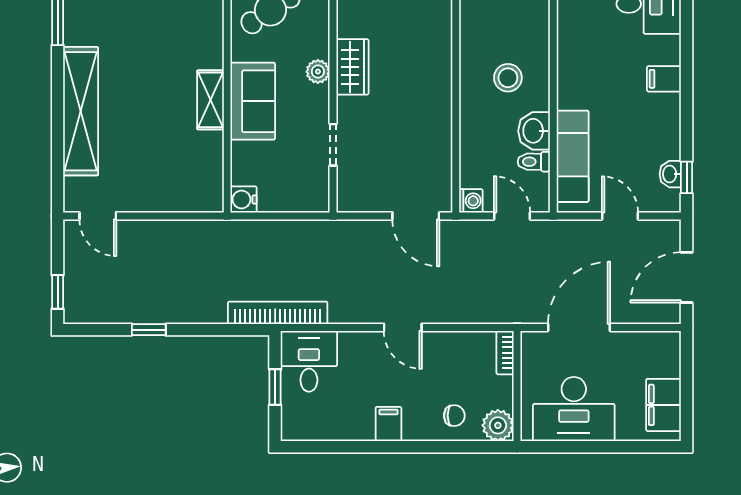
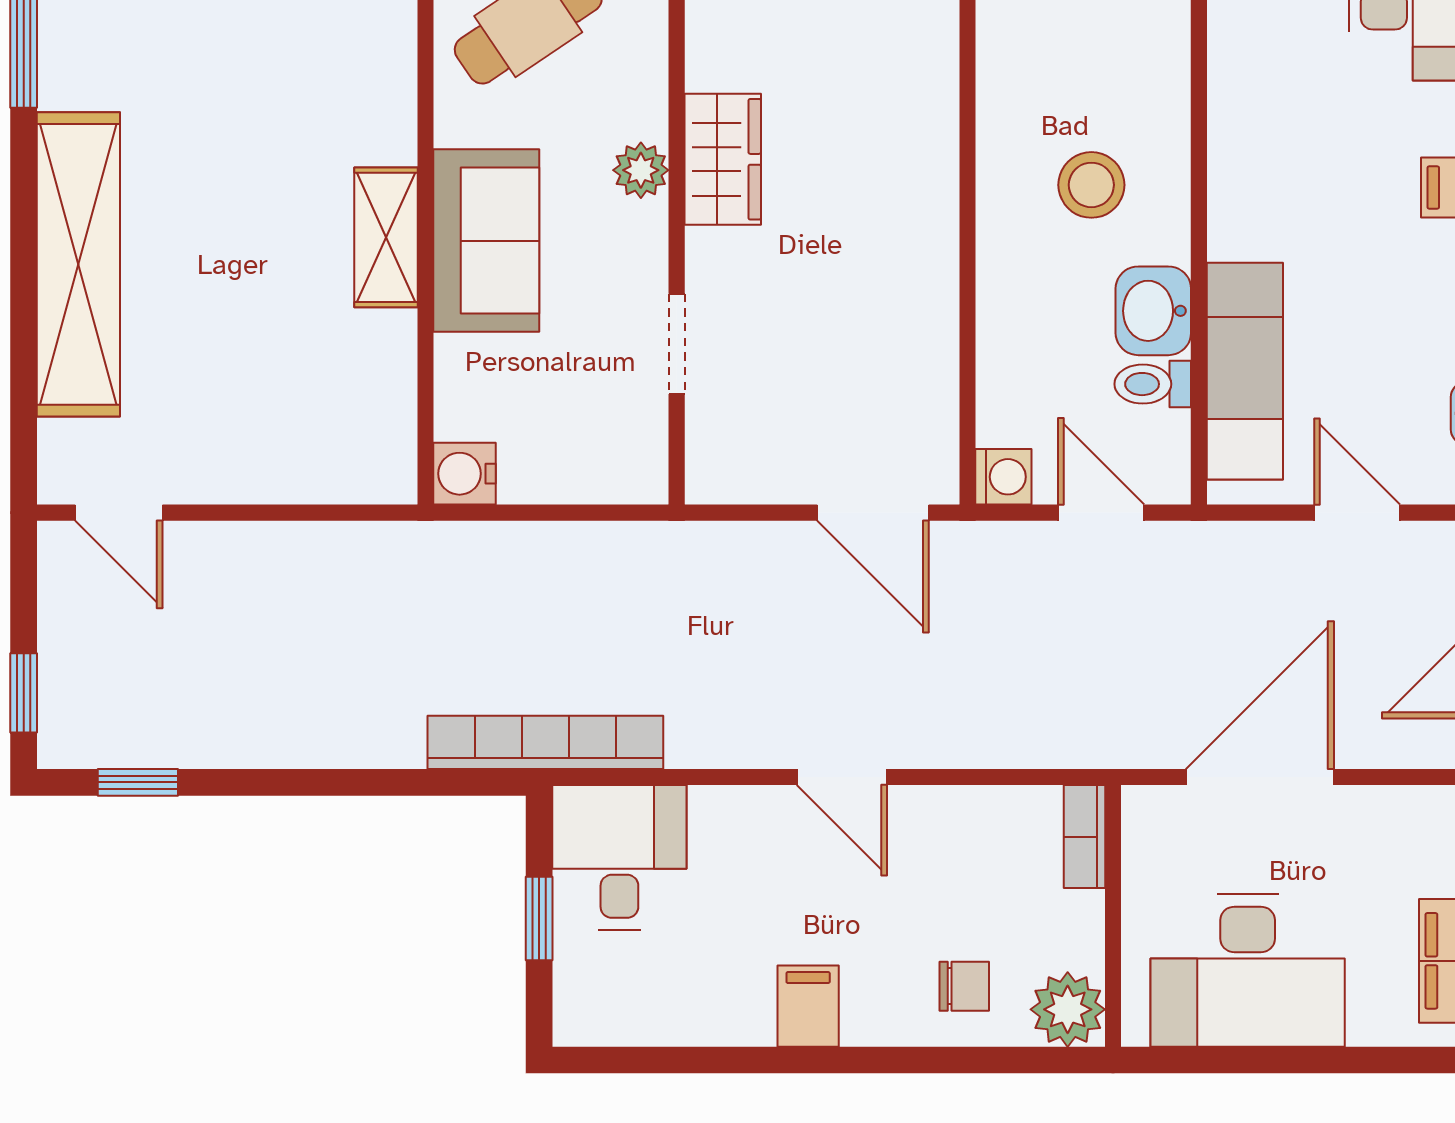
window: (149, 330) -> (138, 782), moved

